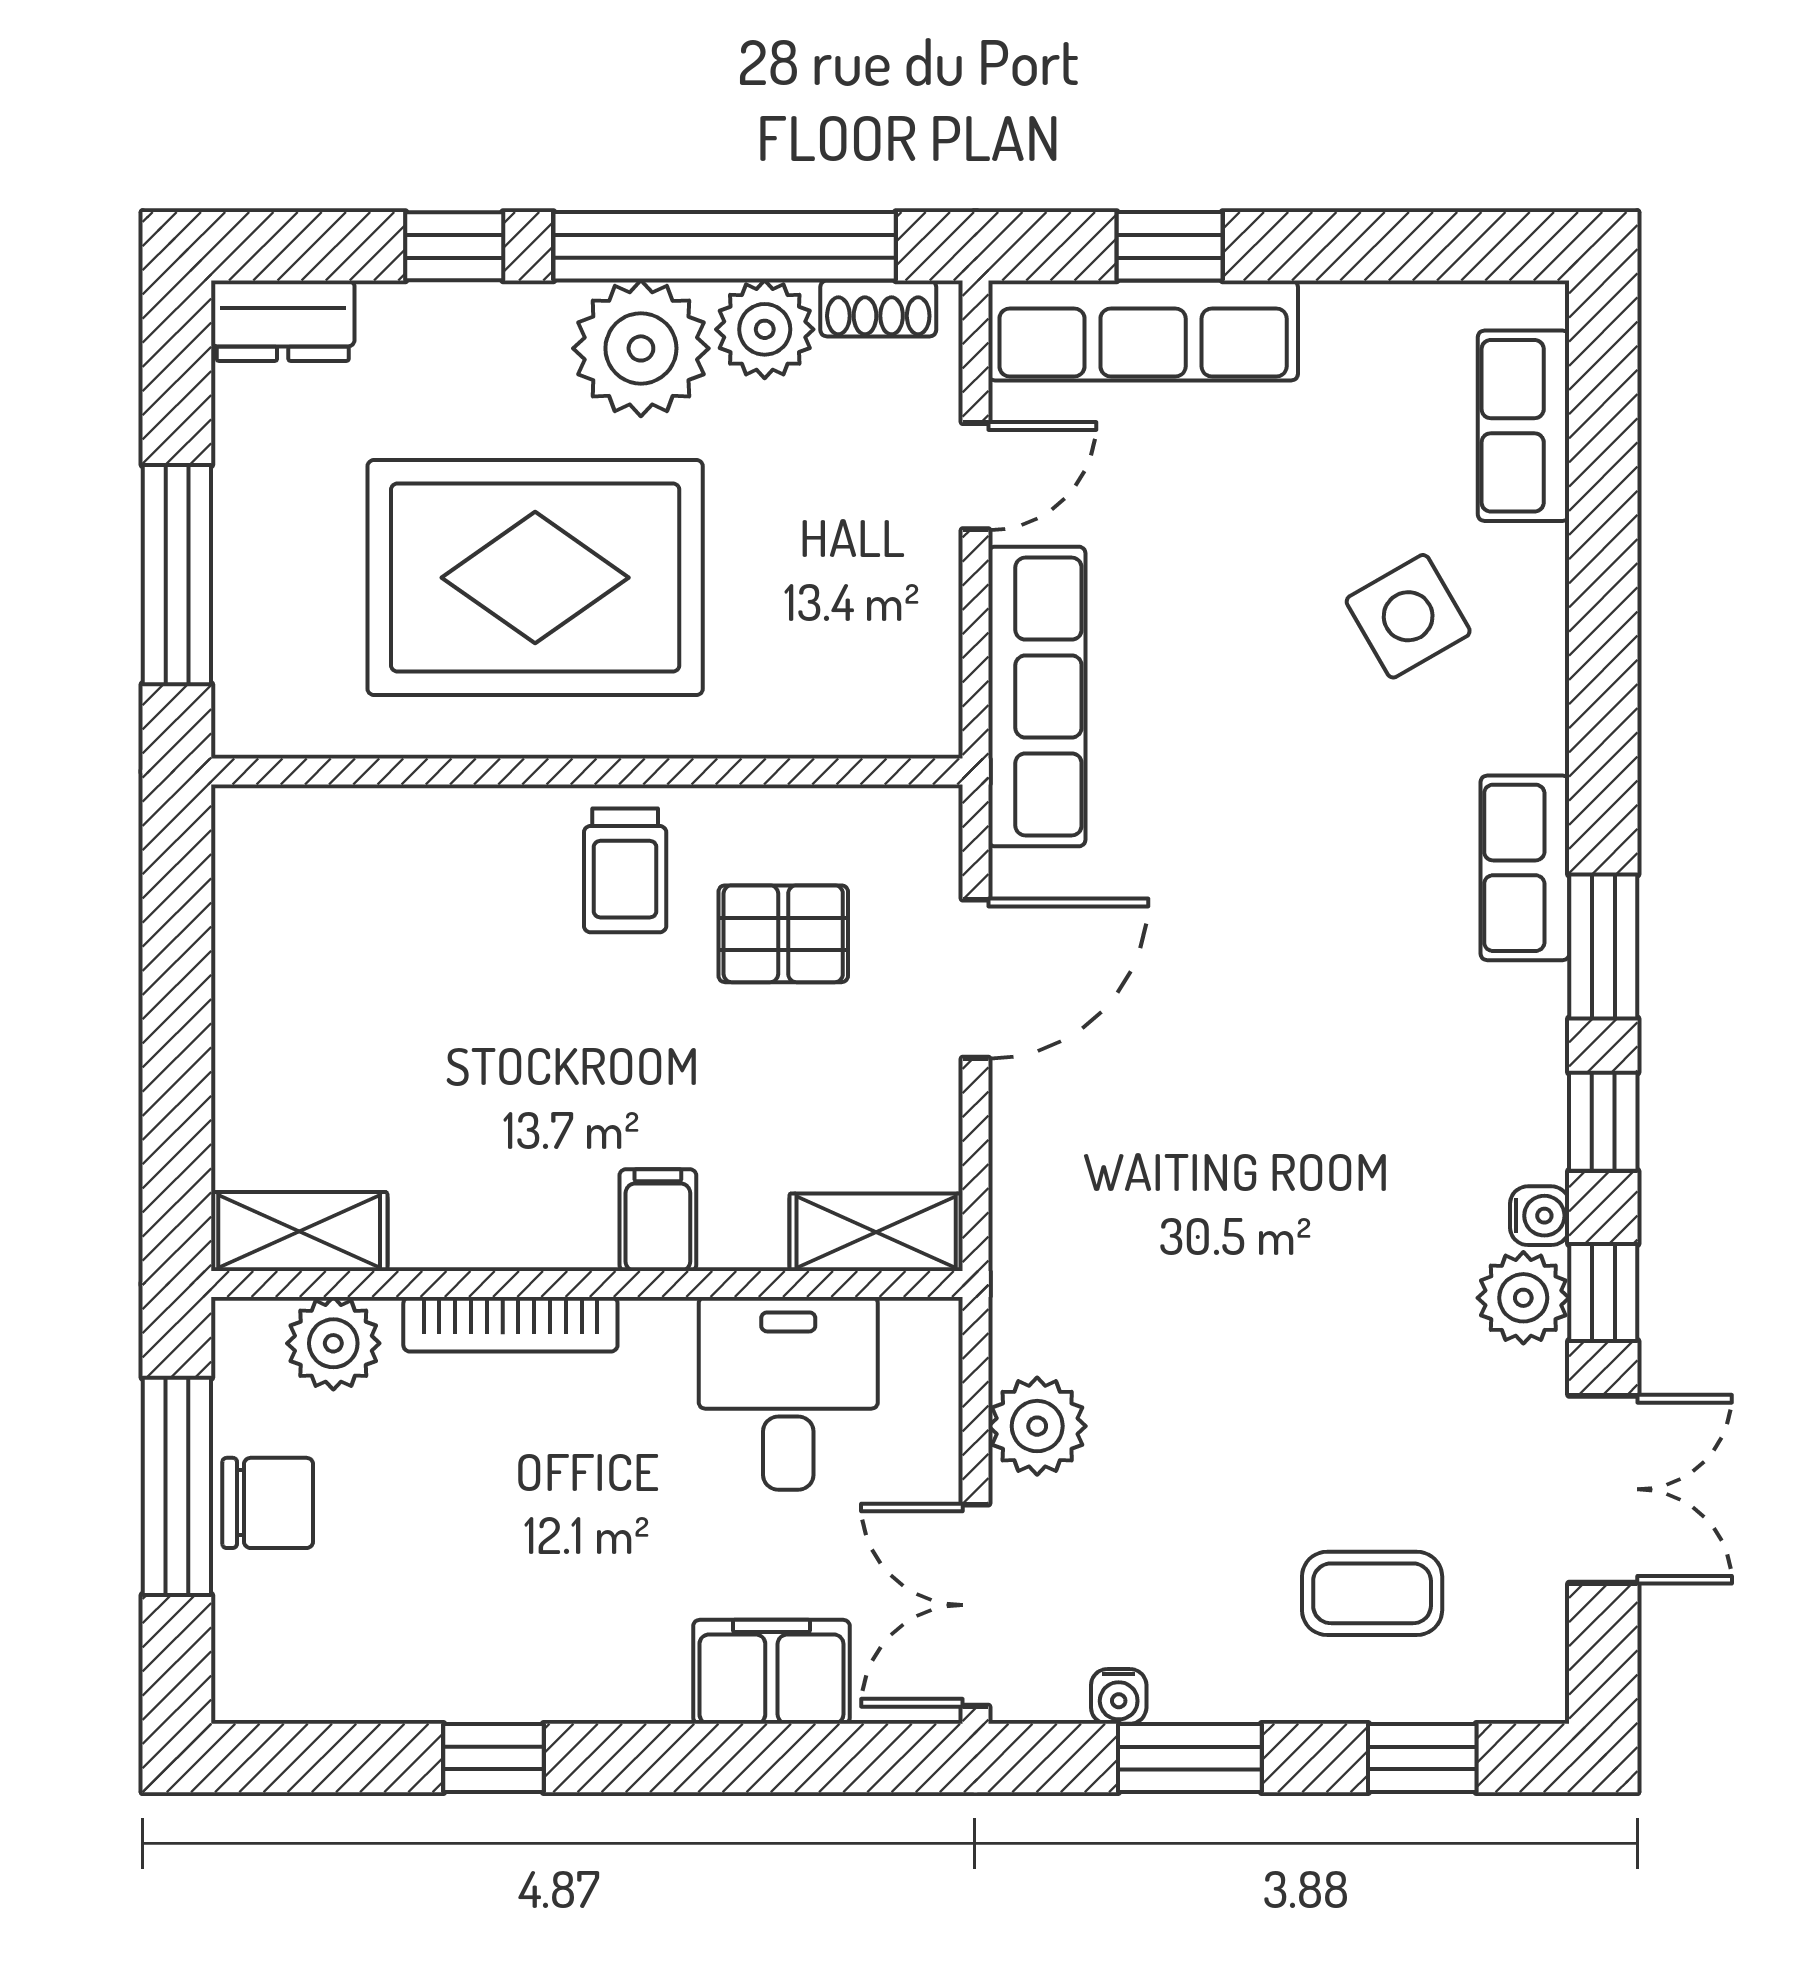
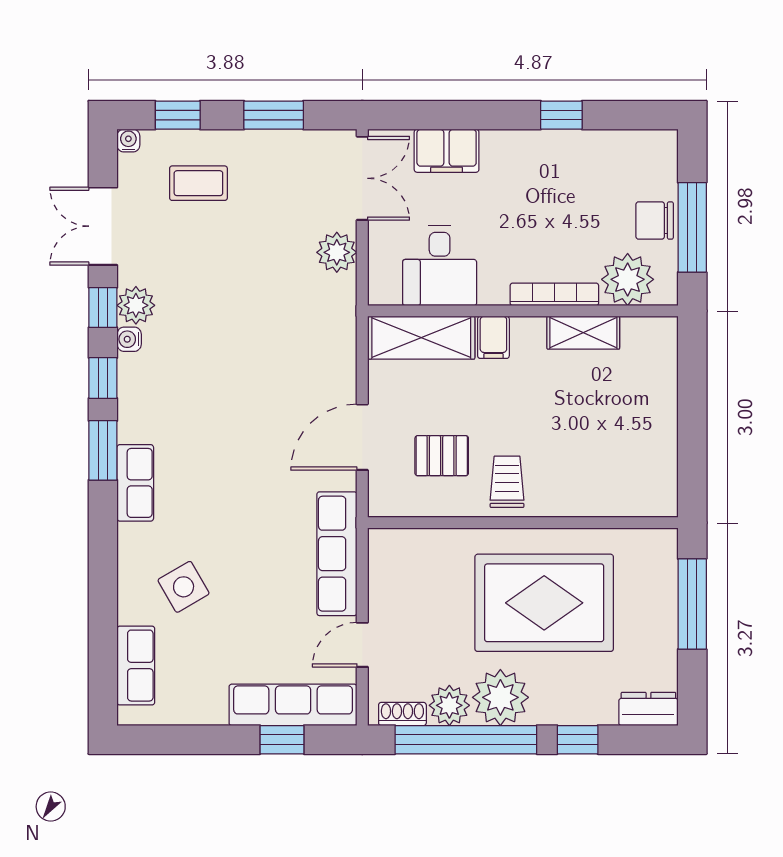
shelving: (299, 1232) -> (583, 333), moved
shelving: (876, 1232) -> (421, 338), width x1.50, depth x1.33
plant: (333, 1343) -> (628, 279), width x1.36, depth x1.36
water cooler: (1119, 1696) -> (128, 141), moved

